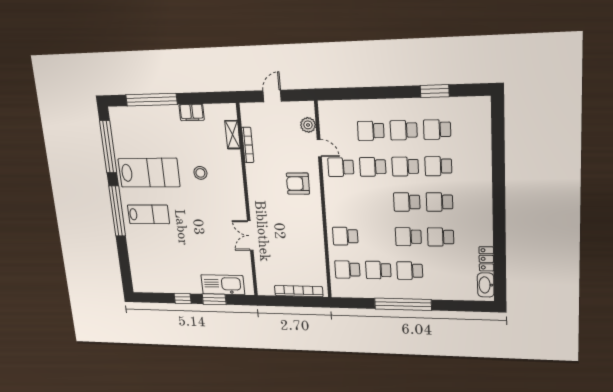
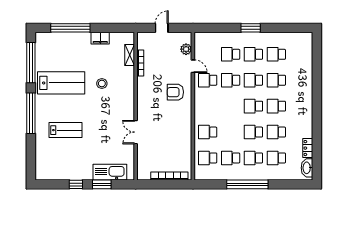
window: (435, 91) -> (251, 28), moved
lab bench: (148, 214) -> (65, 130), moved
school desk: (442, 271) -> (276, 158), added

